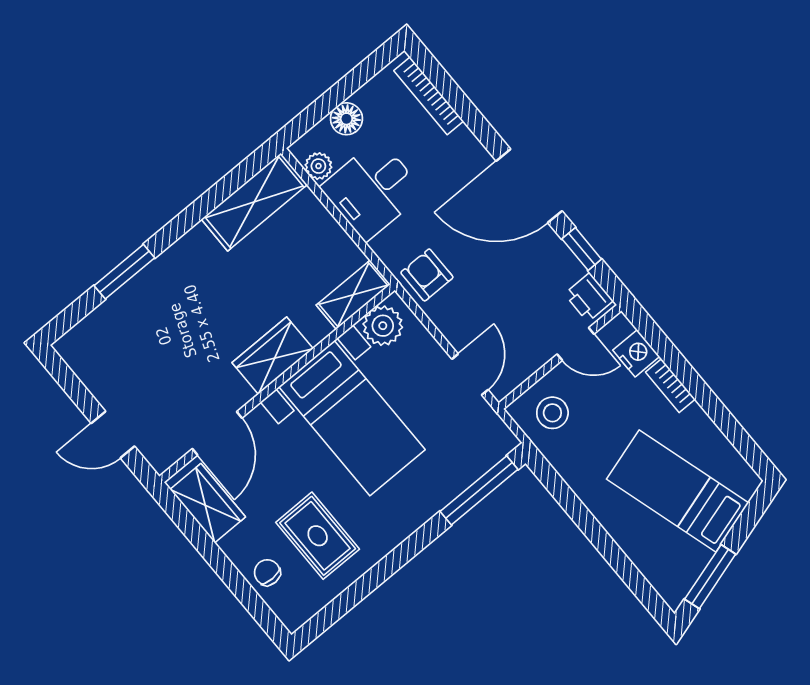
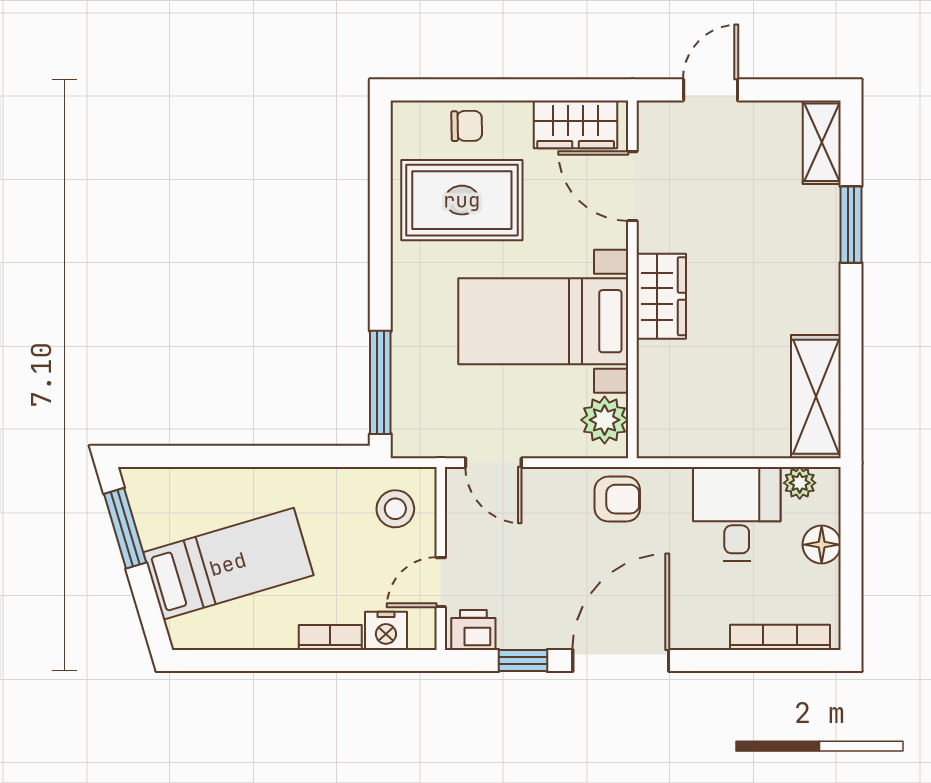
shelving: (353, 295) -> (822, 142), moved
rug: (318, 536) -> (462, 200), width x1.36, depth x1.43

